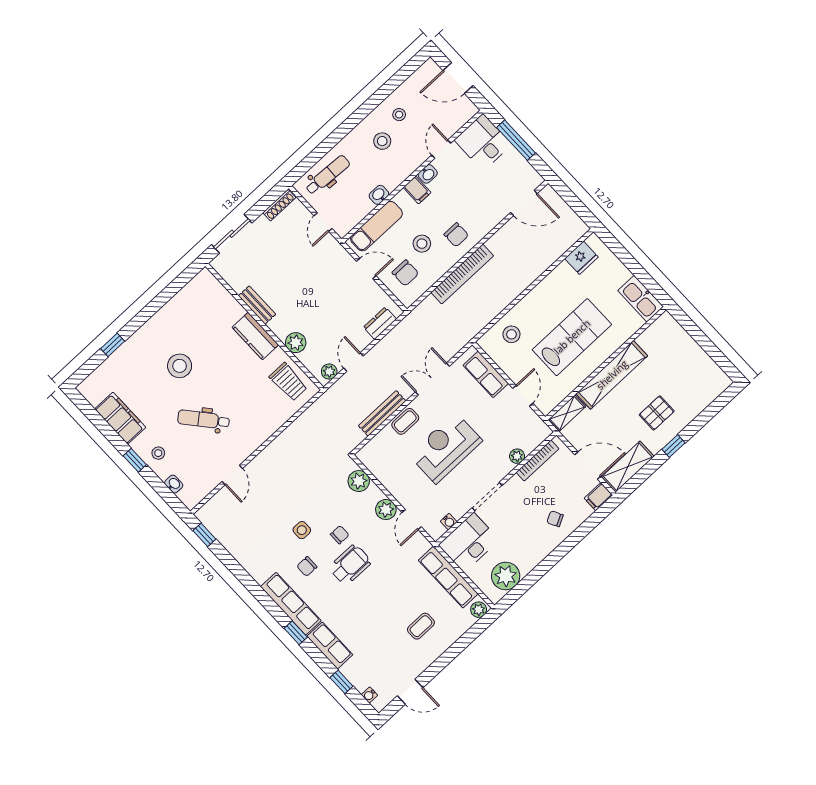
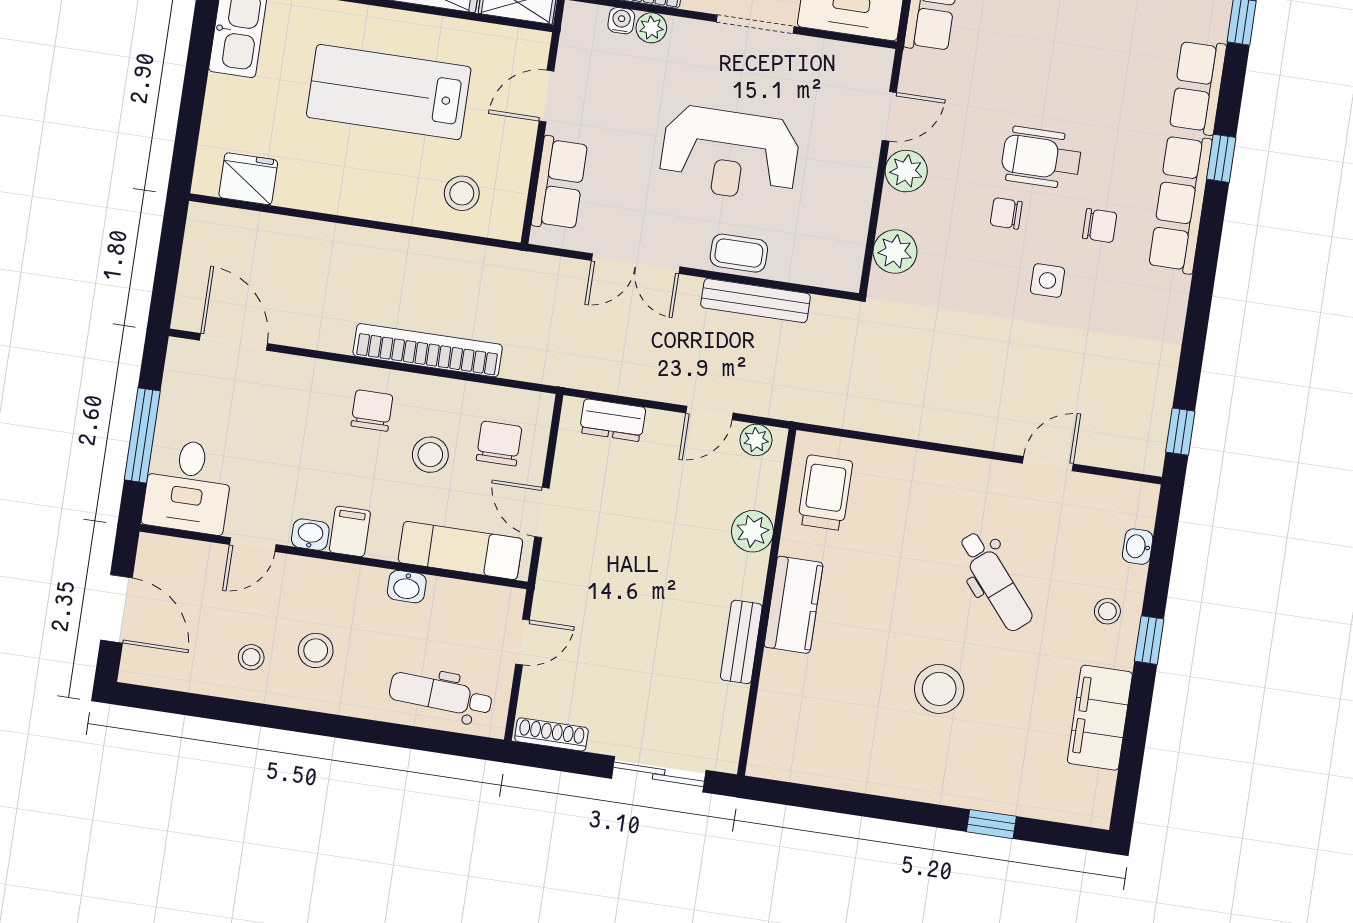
water cooler: (449, 522) -> (621, 21), moved

